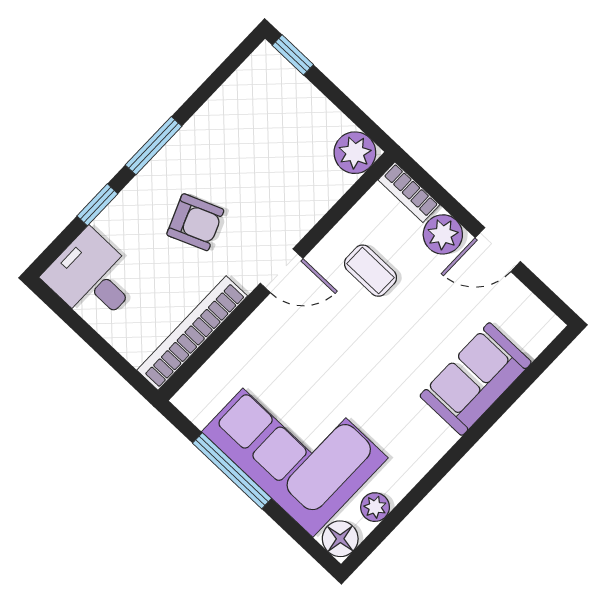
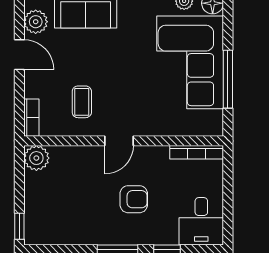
armchair: (195, 222) -> (134, 199), turned 112
plant: (443, 234) -> (36, 22), moved
door: (282, 271) -> (119, 141), swing flipped
bookcase: (192, 333) -> (197, 152), width x0.68, depth x0.76

